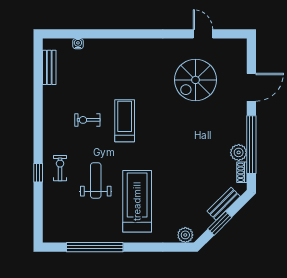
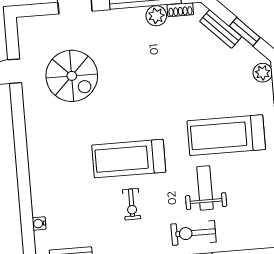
treadmill: (125, 121) -> (129, 159), width x1.37, depth x1.38
exercise bike: (60, 168) -> (193, 233), width x1.38, depth x1.39
weight bench: (96, 181) -> (205, 188), turned 90

